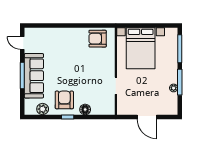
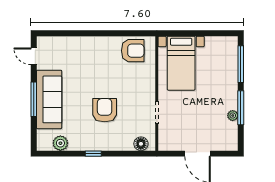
armchair: (98, 39) -> (133, 51), turned 180
bed with nightstands: (141, 48) -> (181, 63), width x0.73
armchair: (64, 100) -> (105, 110), moved
floor lamp: (85, 109) -> (141, 144), moved

